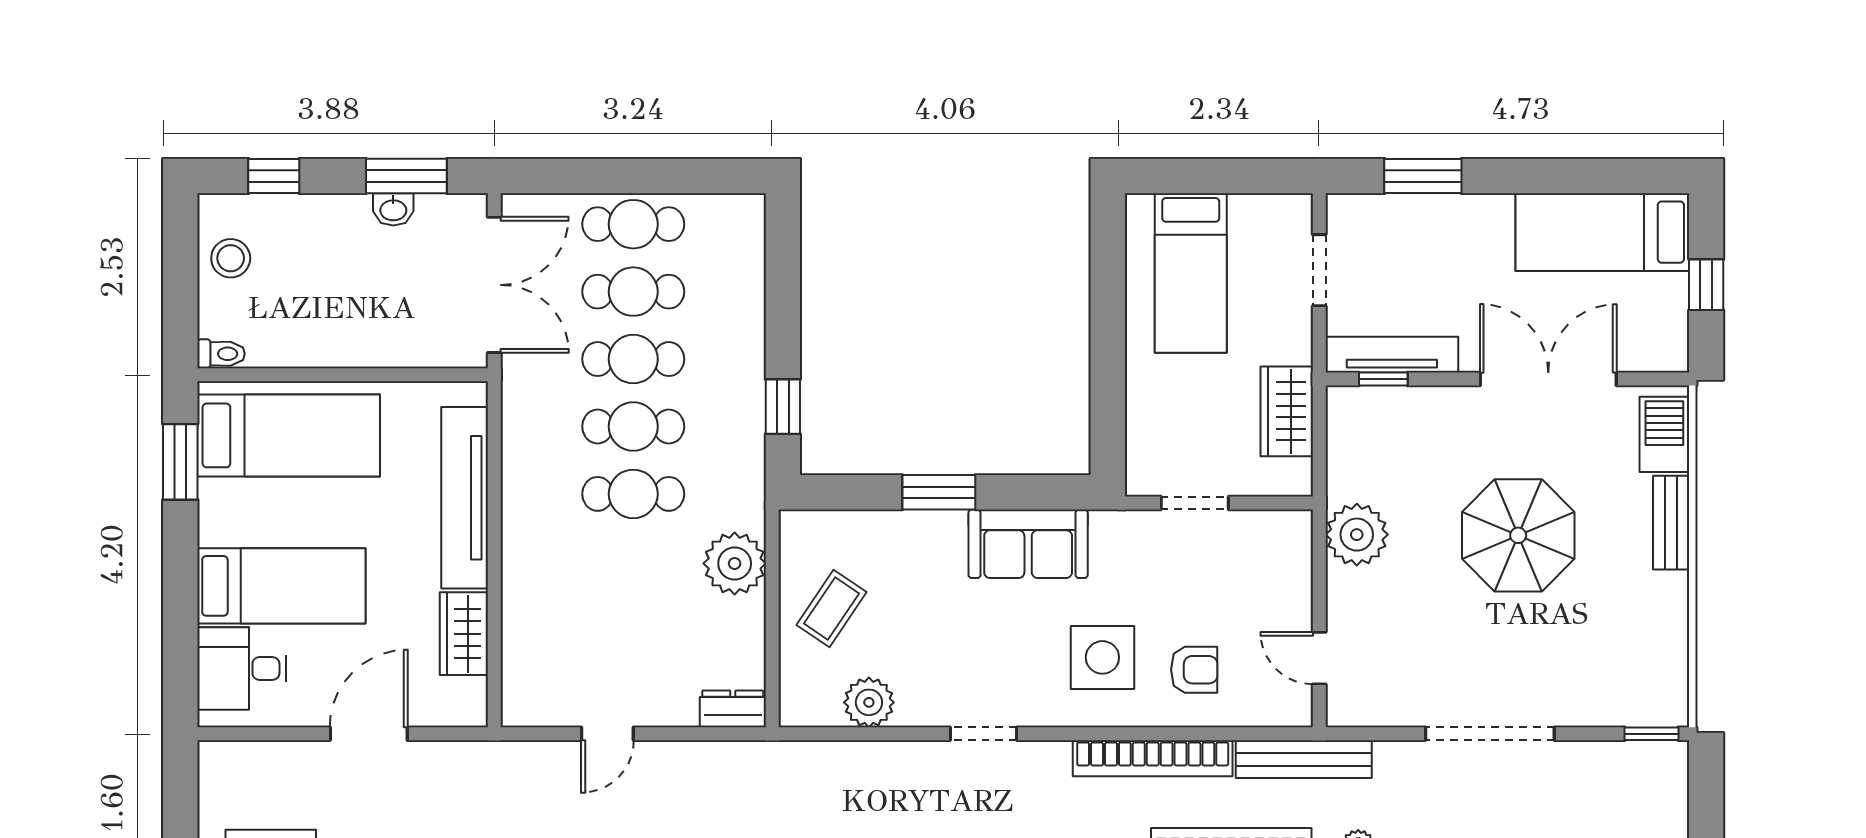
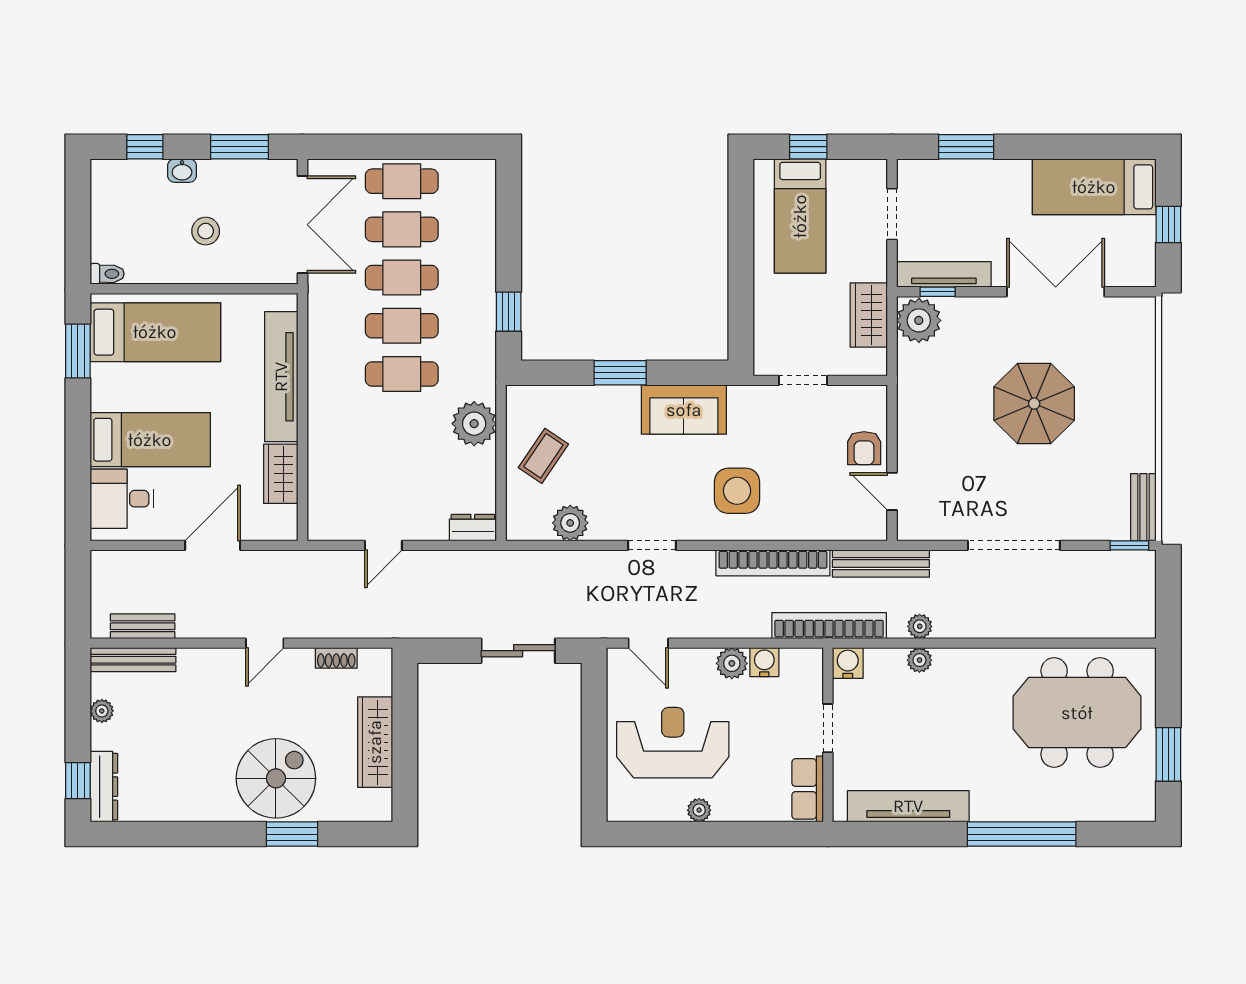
window: (1202, 176) -> (808, 147), added
washbasin: (393, 209) -> (182, 171), moved
stool: (231, 258) -> (206, 231), moved
barbecue: (1664, 434) -> (1139, 331), removed
bench: (1671, 523) -> (1143, 507), moved
plant: (1357, 535) -> (919, 320), moved
armchair: (1194, 670) -> (864, 448), moved, turned 90

